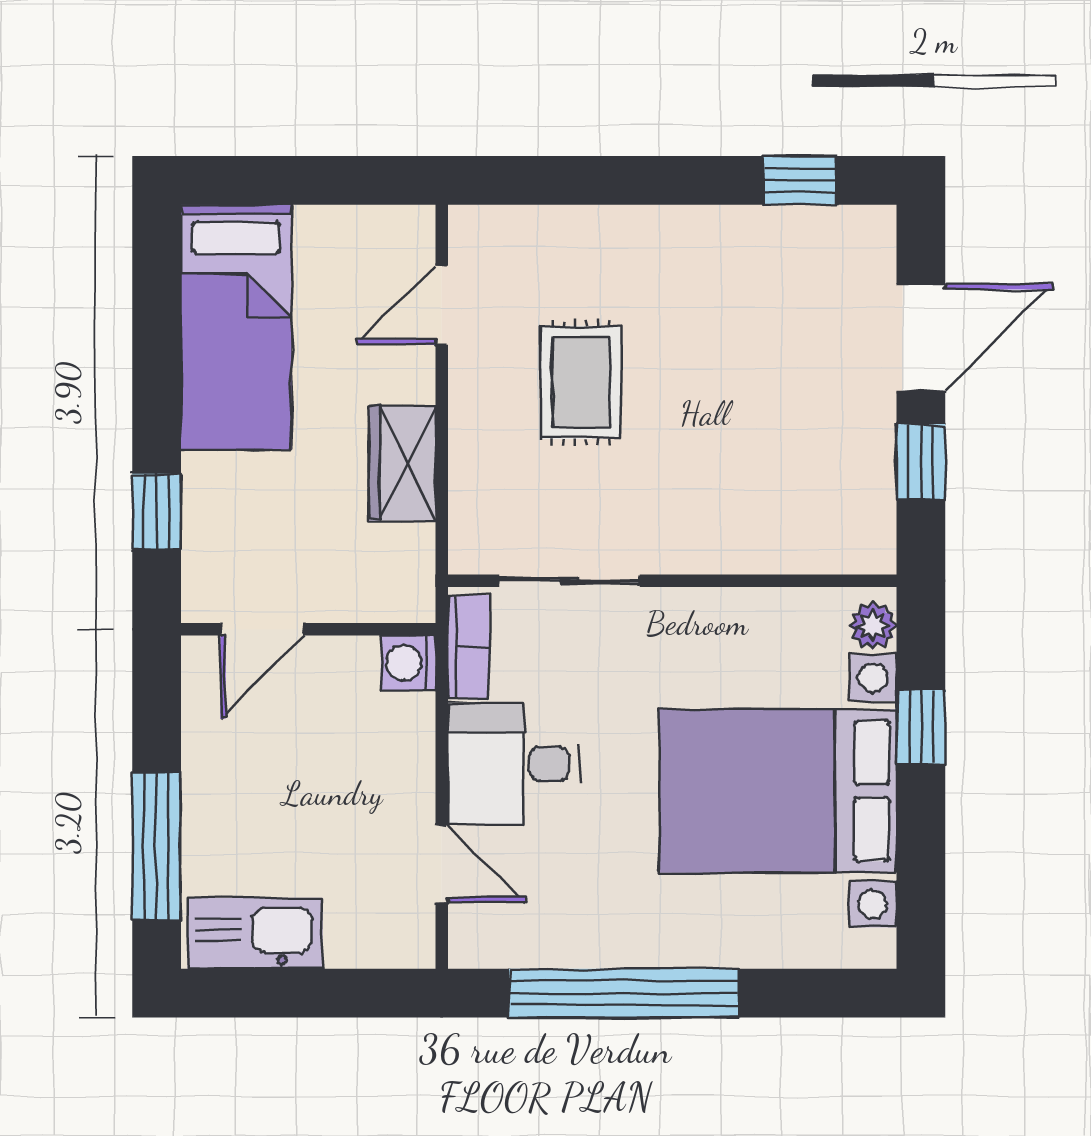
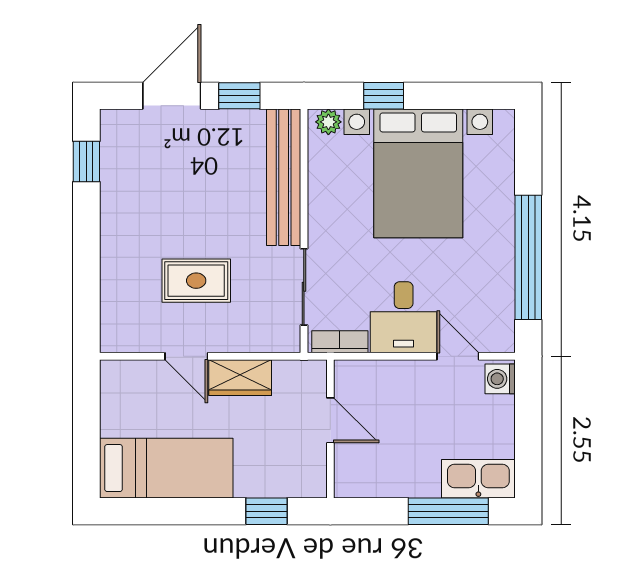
door: (442, 305) -> (186, 356), moved
door: (921, 337) -> (172, 96), hinge flipped
bench: (771, 543) -> (284, 177), added
door: (262, 629) -> (330, 420), moved
washing machine: (408, 663) -> (500, 379), moved, turned 90
door: (442, 864) -> (458, 356), hinge flipped
kitchen sink: (255, 933) -> (478, 479), moved, turned 90

